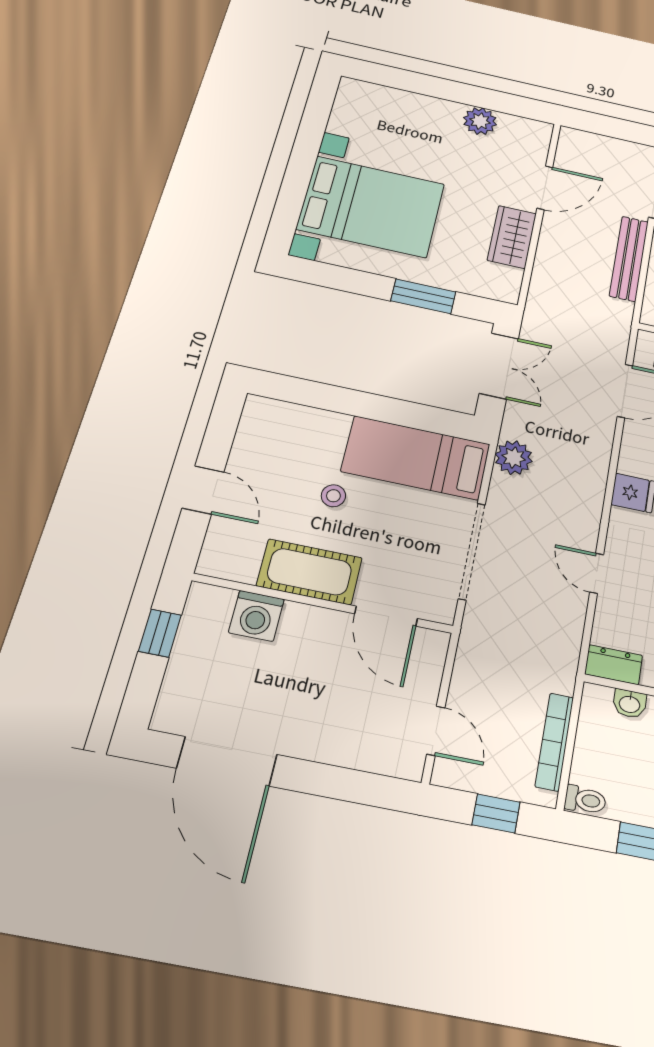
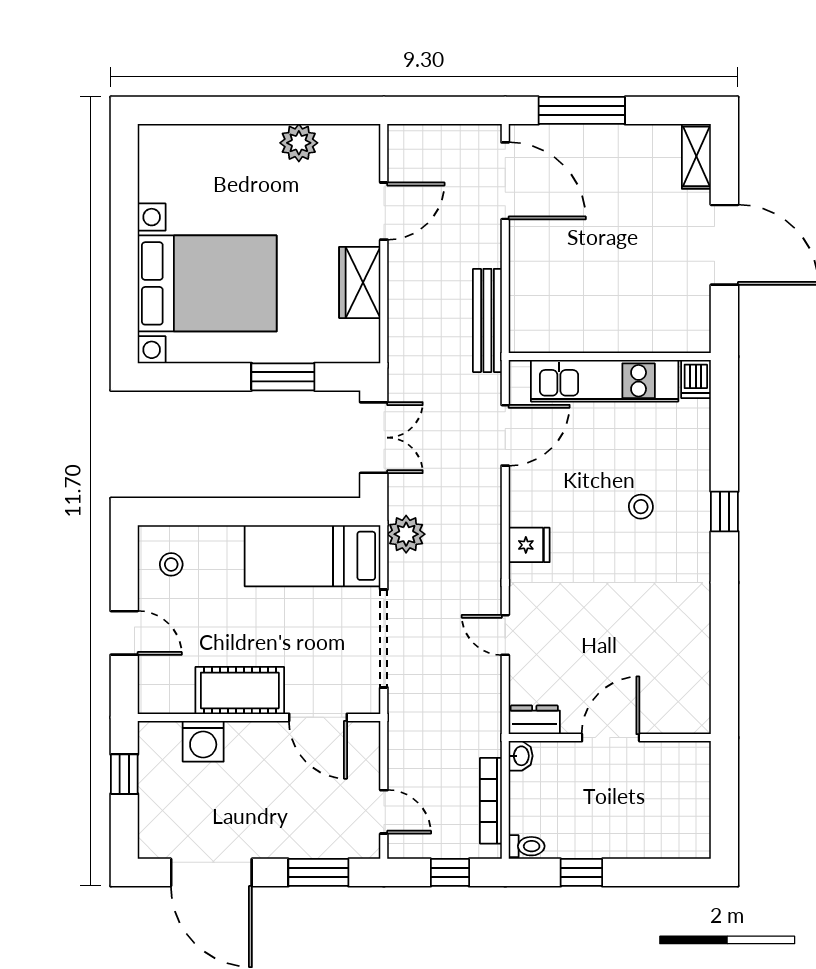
bench: (629, 259) -> (487, 320), moved
stool: (333, 496) -> (171, 564), moved
washbasin: (630, 704) -> (521, 756), moved, turned -90
window: (348, 785) -> (318, 872), added

